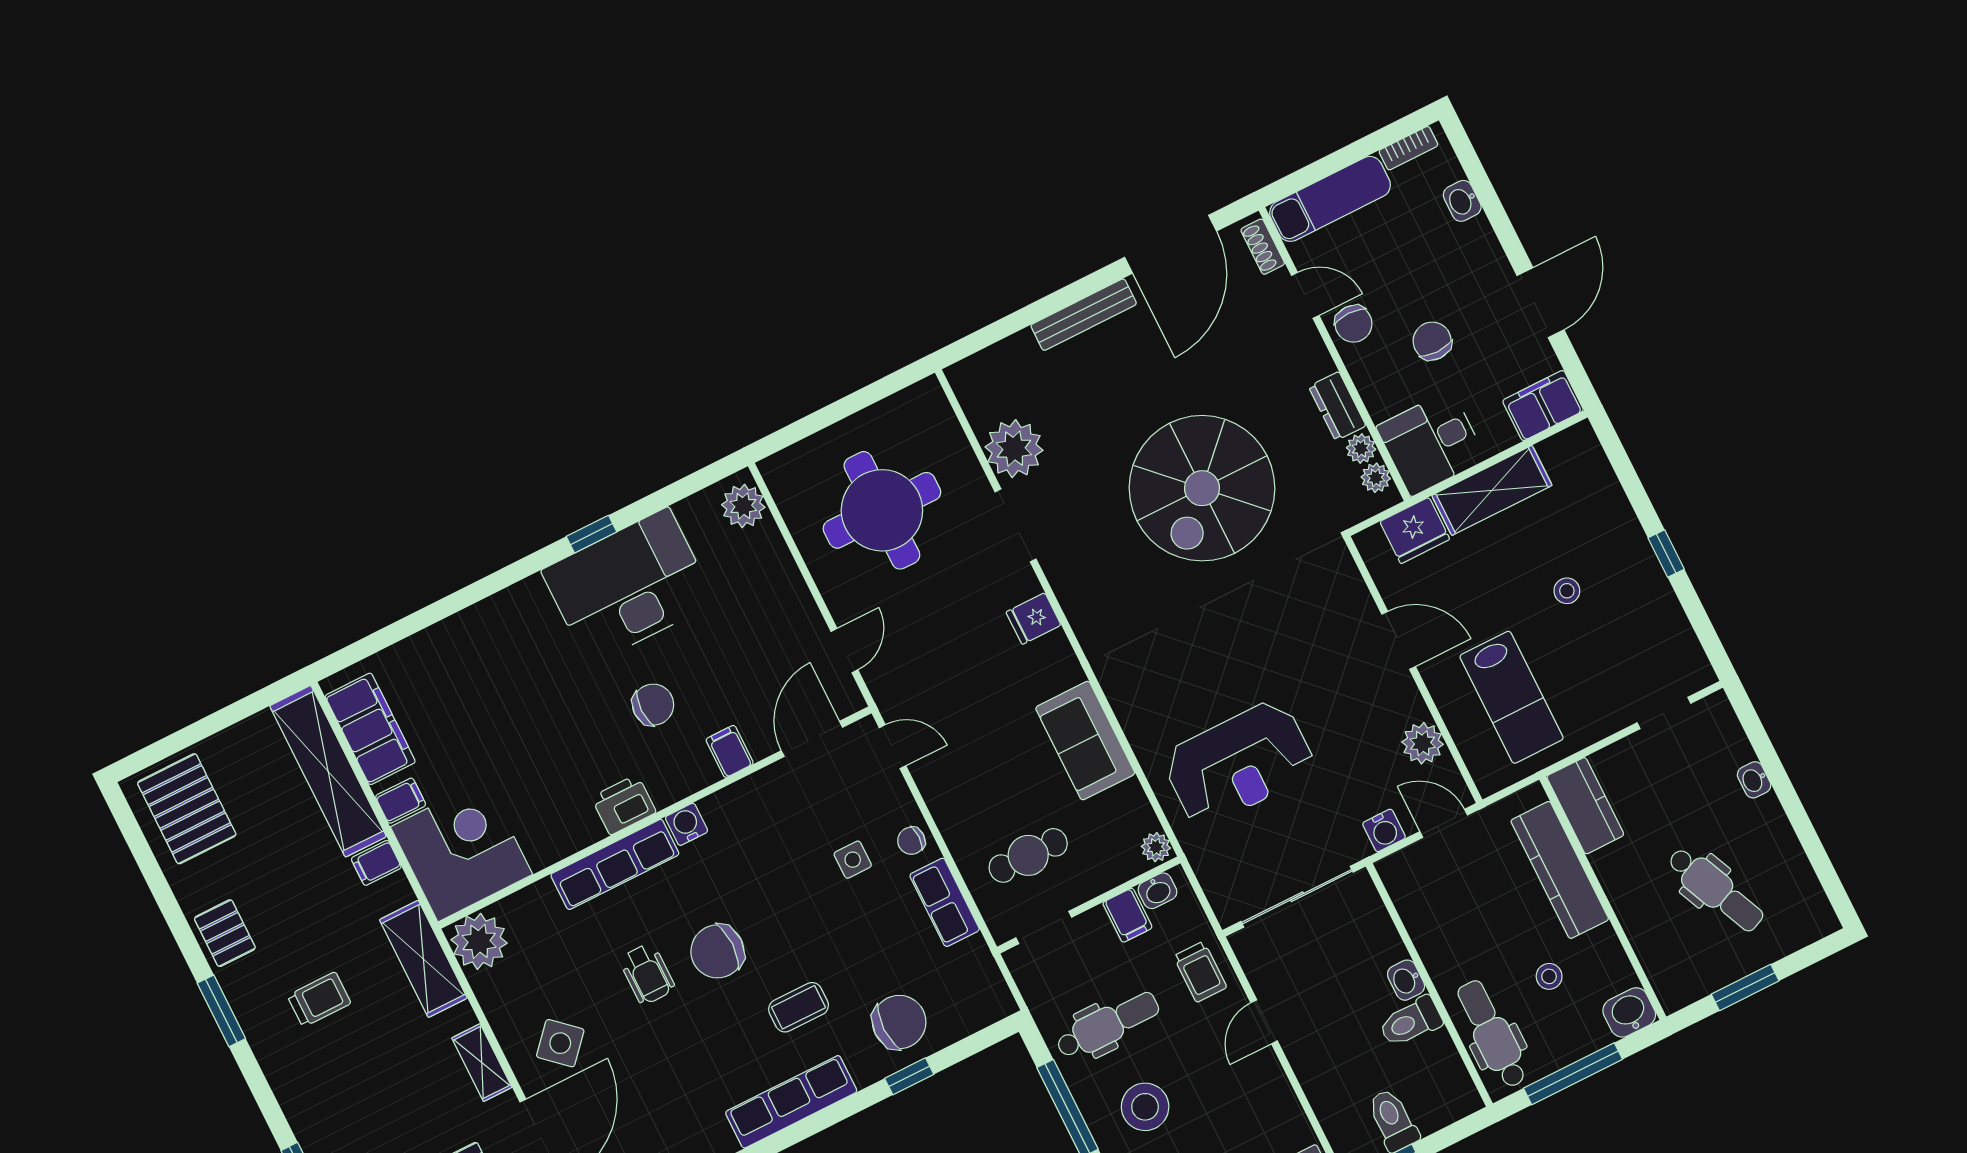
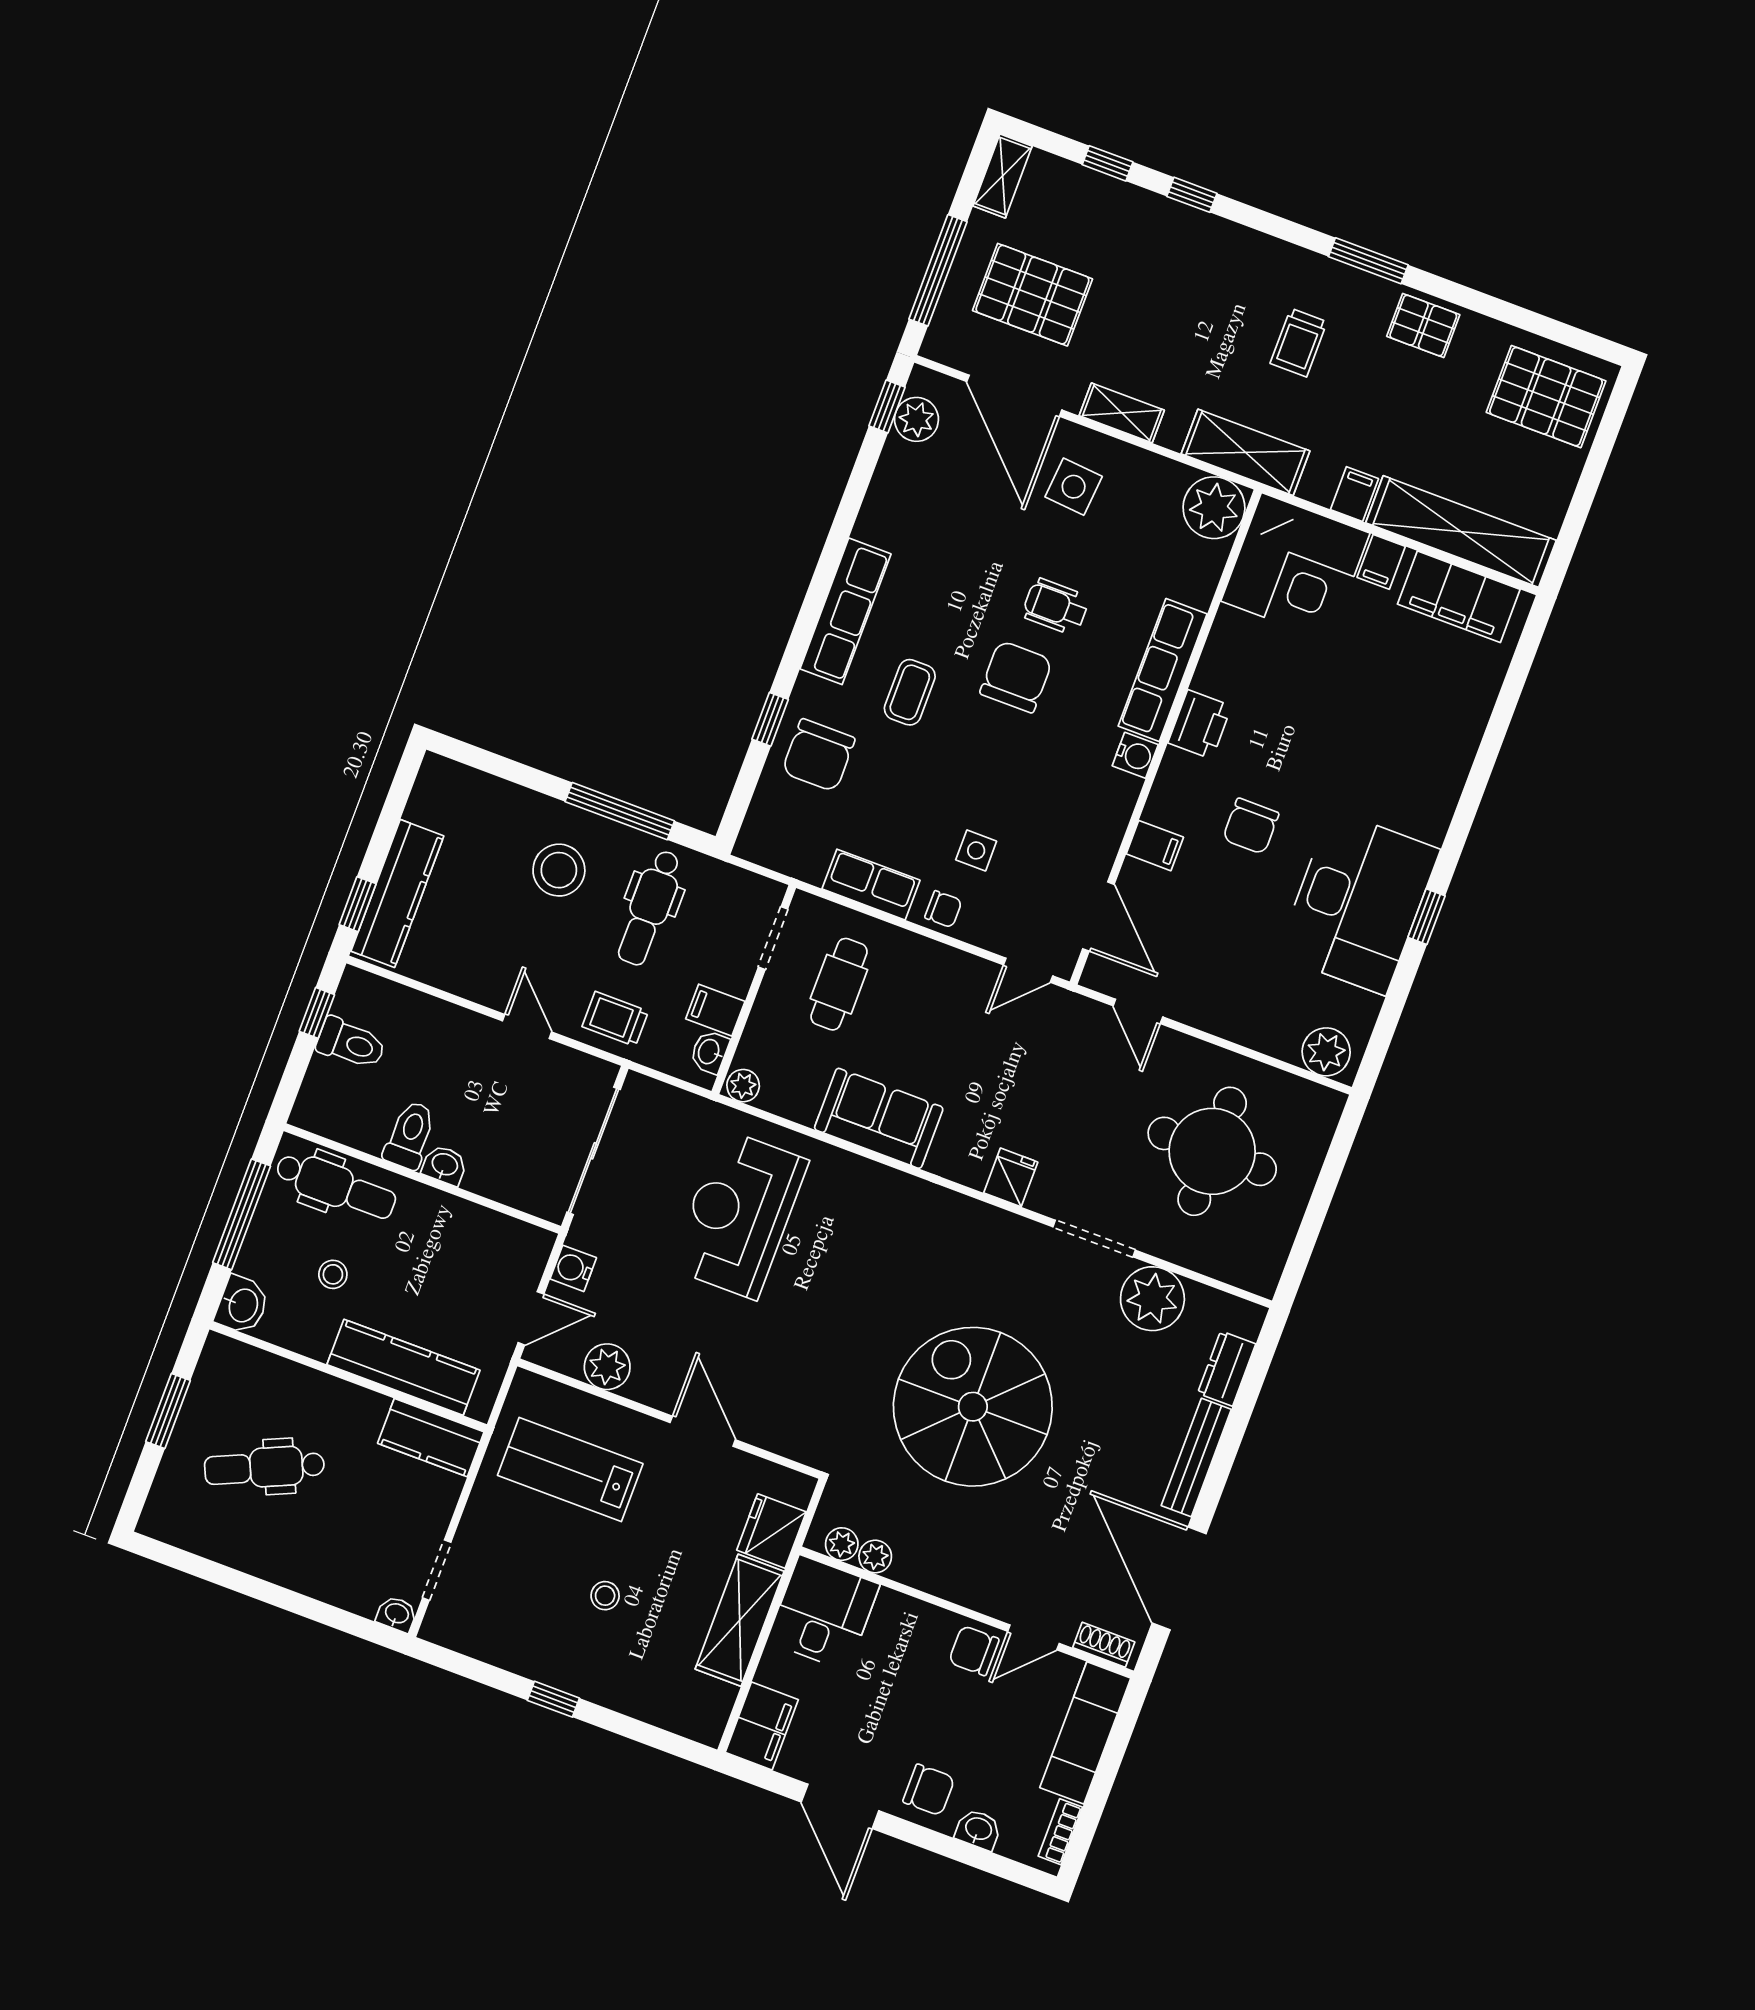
chair: (1432, 341) -> (929, 1790), moved
dresser: (1337, 406) -> (1227, 1369), moved, turned -90
door: (1399, 640) -> (703, 1431), swing flipped
washbasin: (1754, 780) -> (397, 1614), moved
chair: (911, 841) -> (943, 909), turned 90
side table: (560, 1043) -> (1074, 487), turned -37

